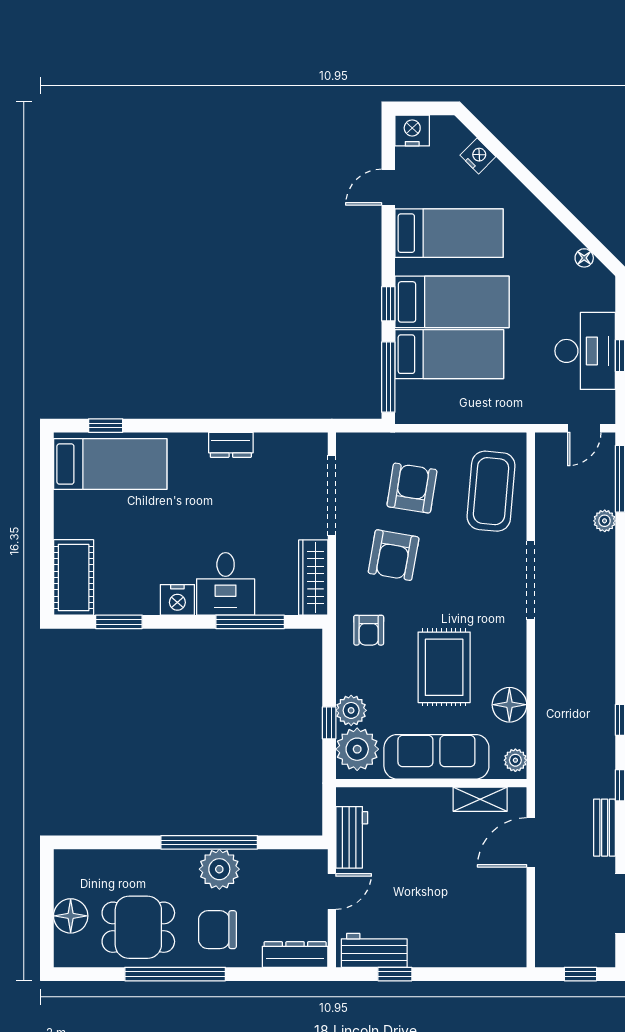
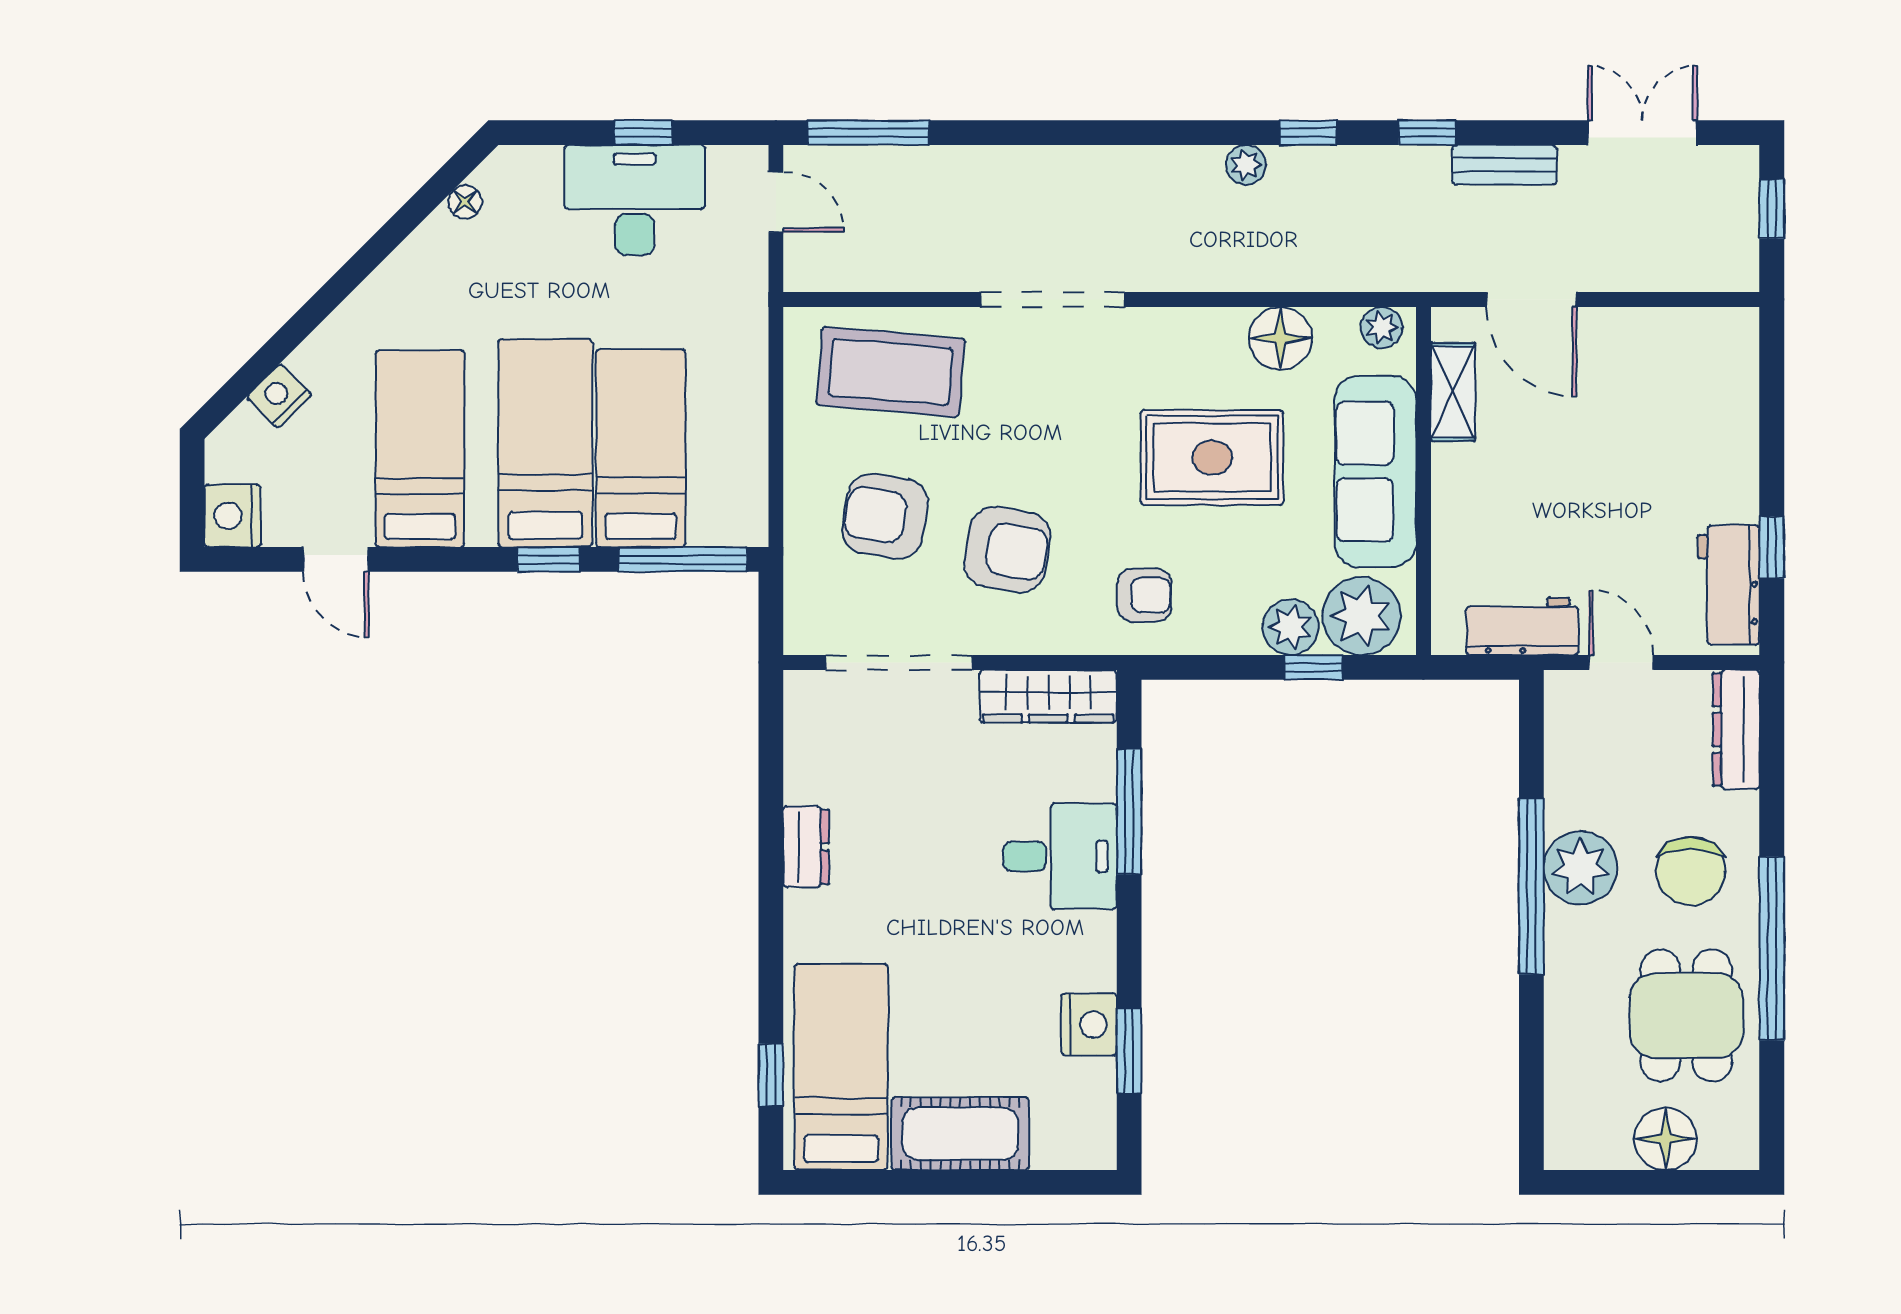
plant: (605, 521) -> (1246, 165), moved
cot: (74, 577) -> (960, 1134), moved
nightstand: (177, 600) -> (1089, 1024), moved

